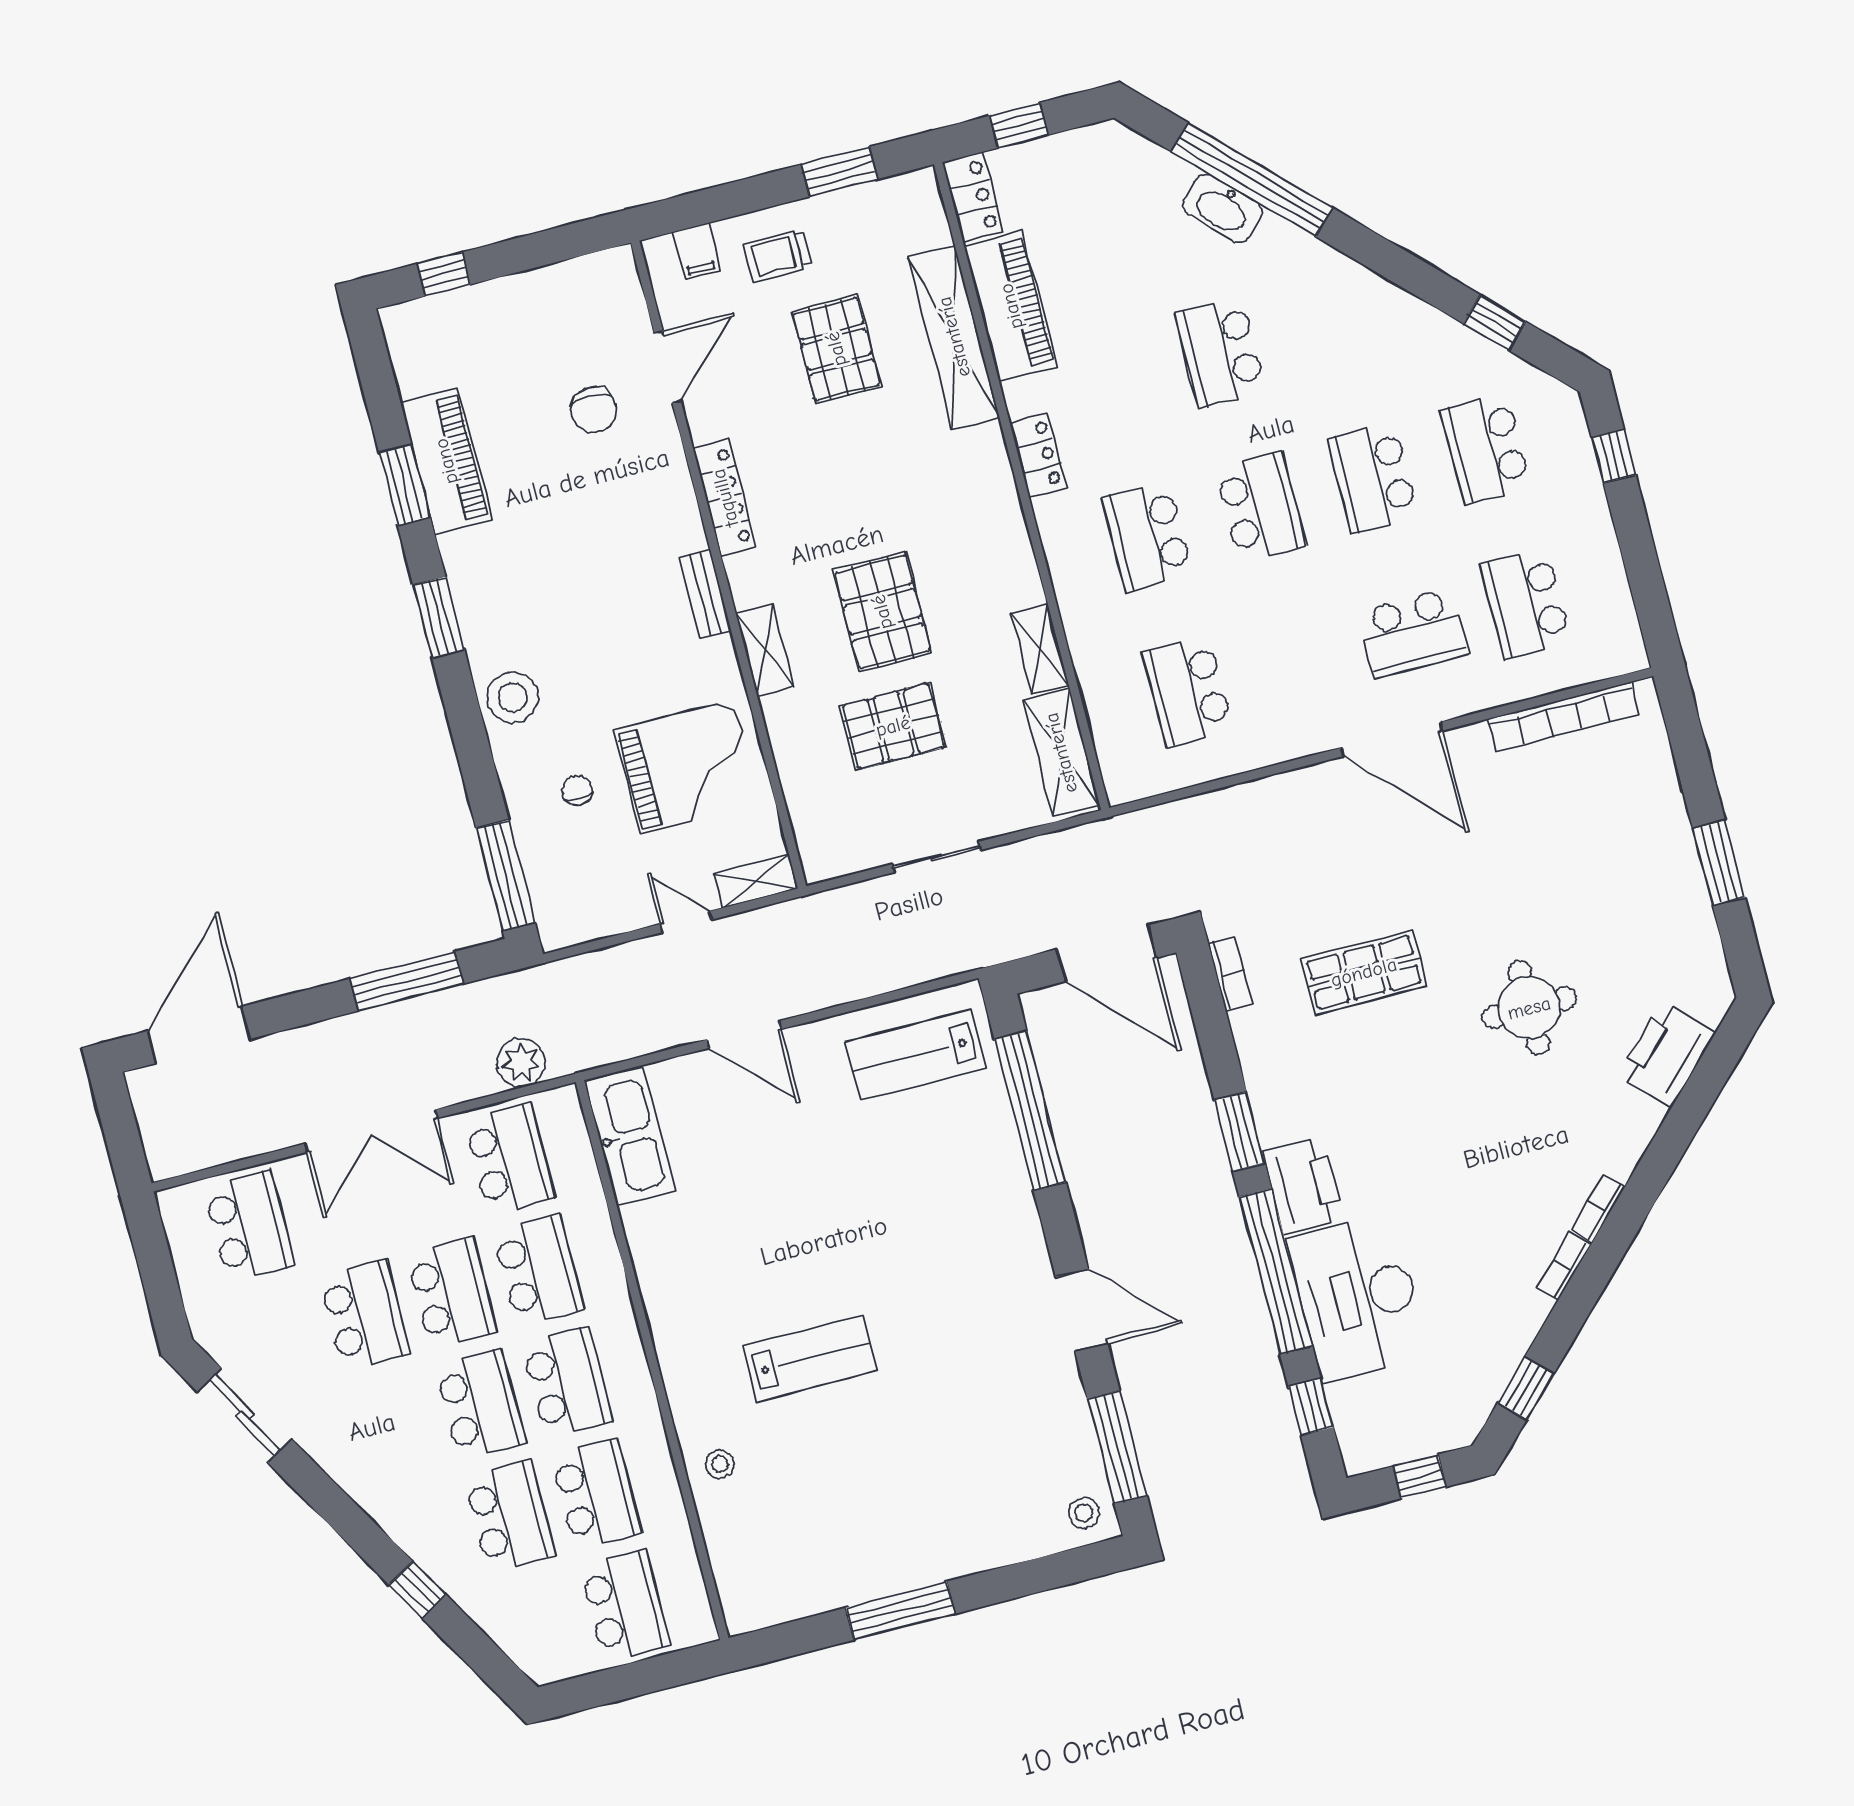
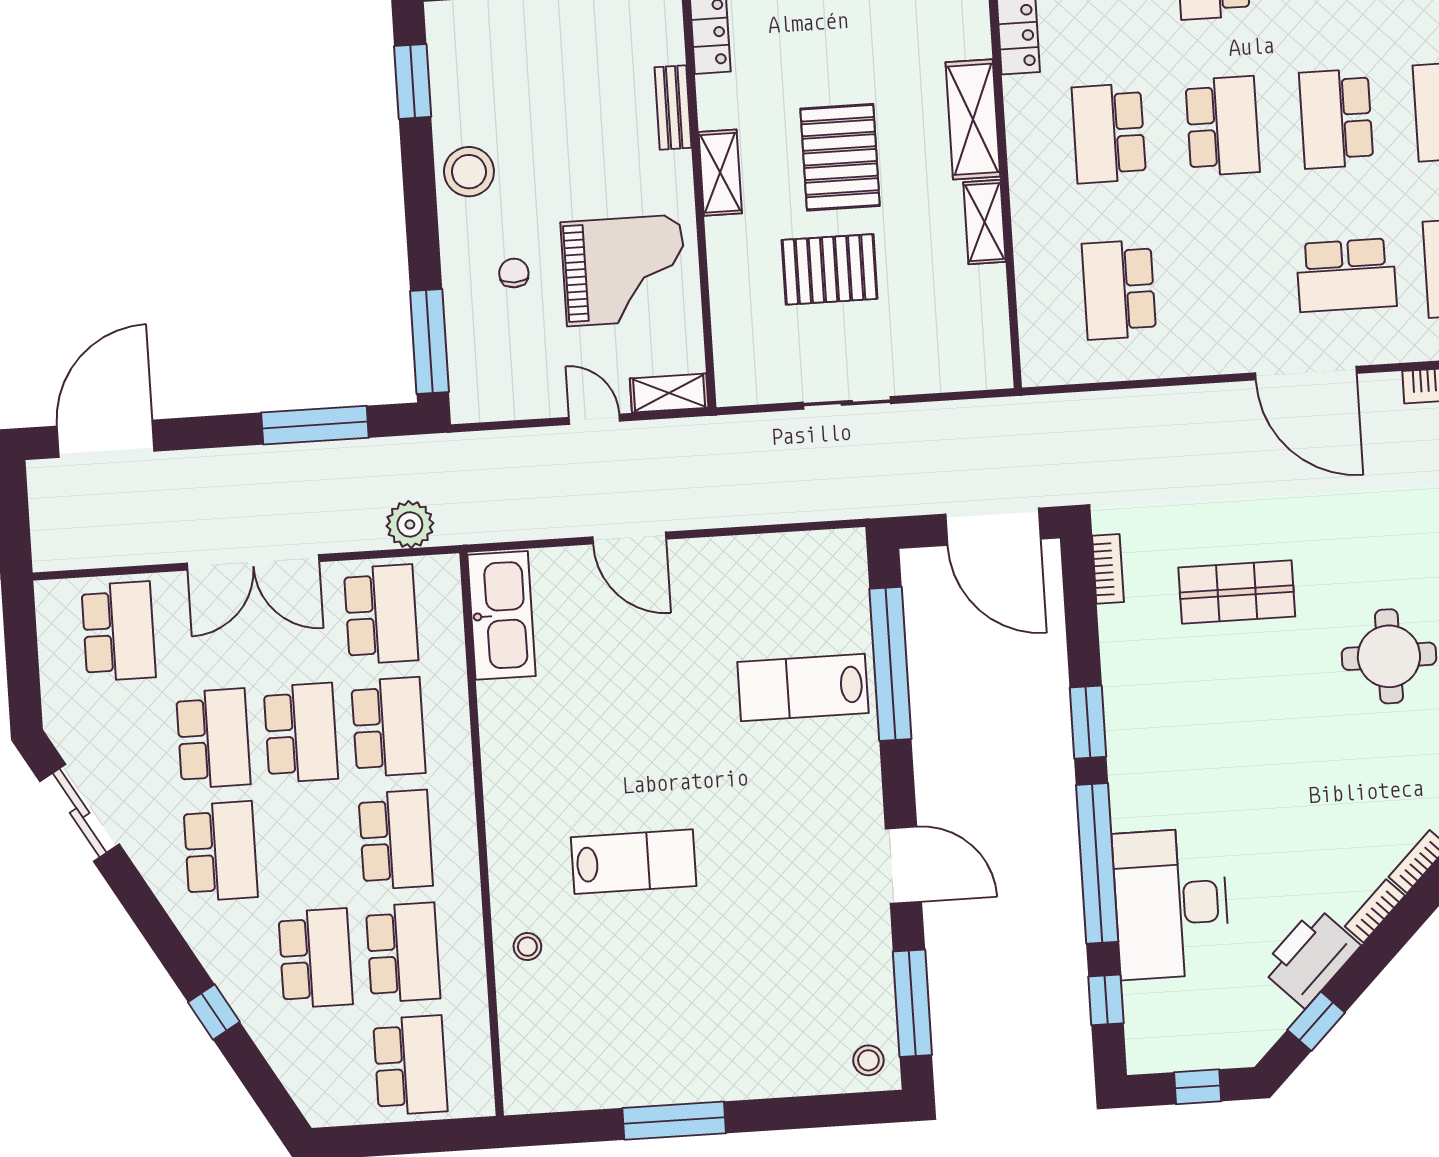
shelving: (1061, 753) -> (973, 119), moved
lab bench: (916, 1055) -> (803, 688), moved
printer: (1303, 1186) -> (1310, 957), moved, turned -135
school desk: (480, 1405) -> (221, 851), moved

